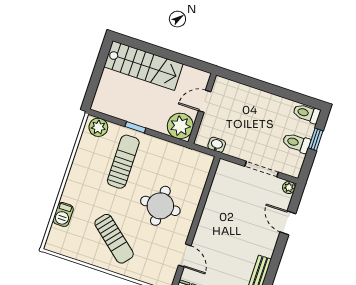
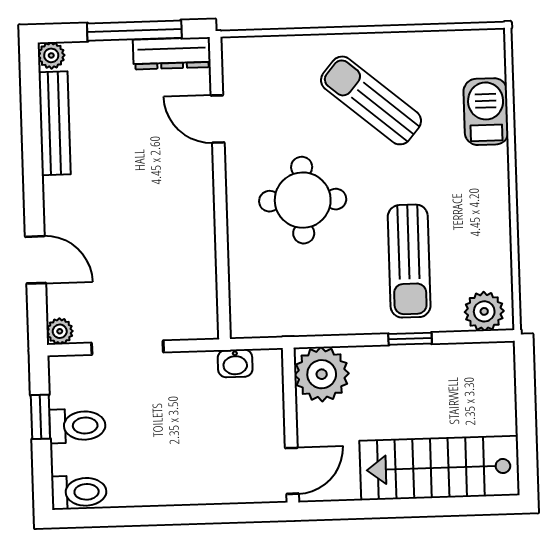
door: (205, 101) -> (292, 471), moved
window: (316, 139) -> (40, 417), moved
barbecue: (63, 214) -> (486, 112), width x1.38, depth x1.27

